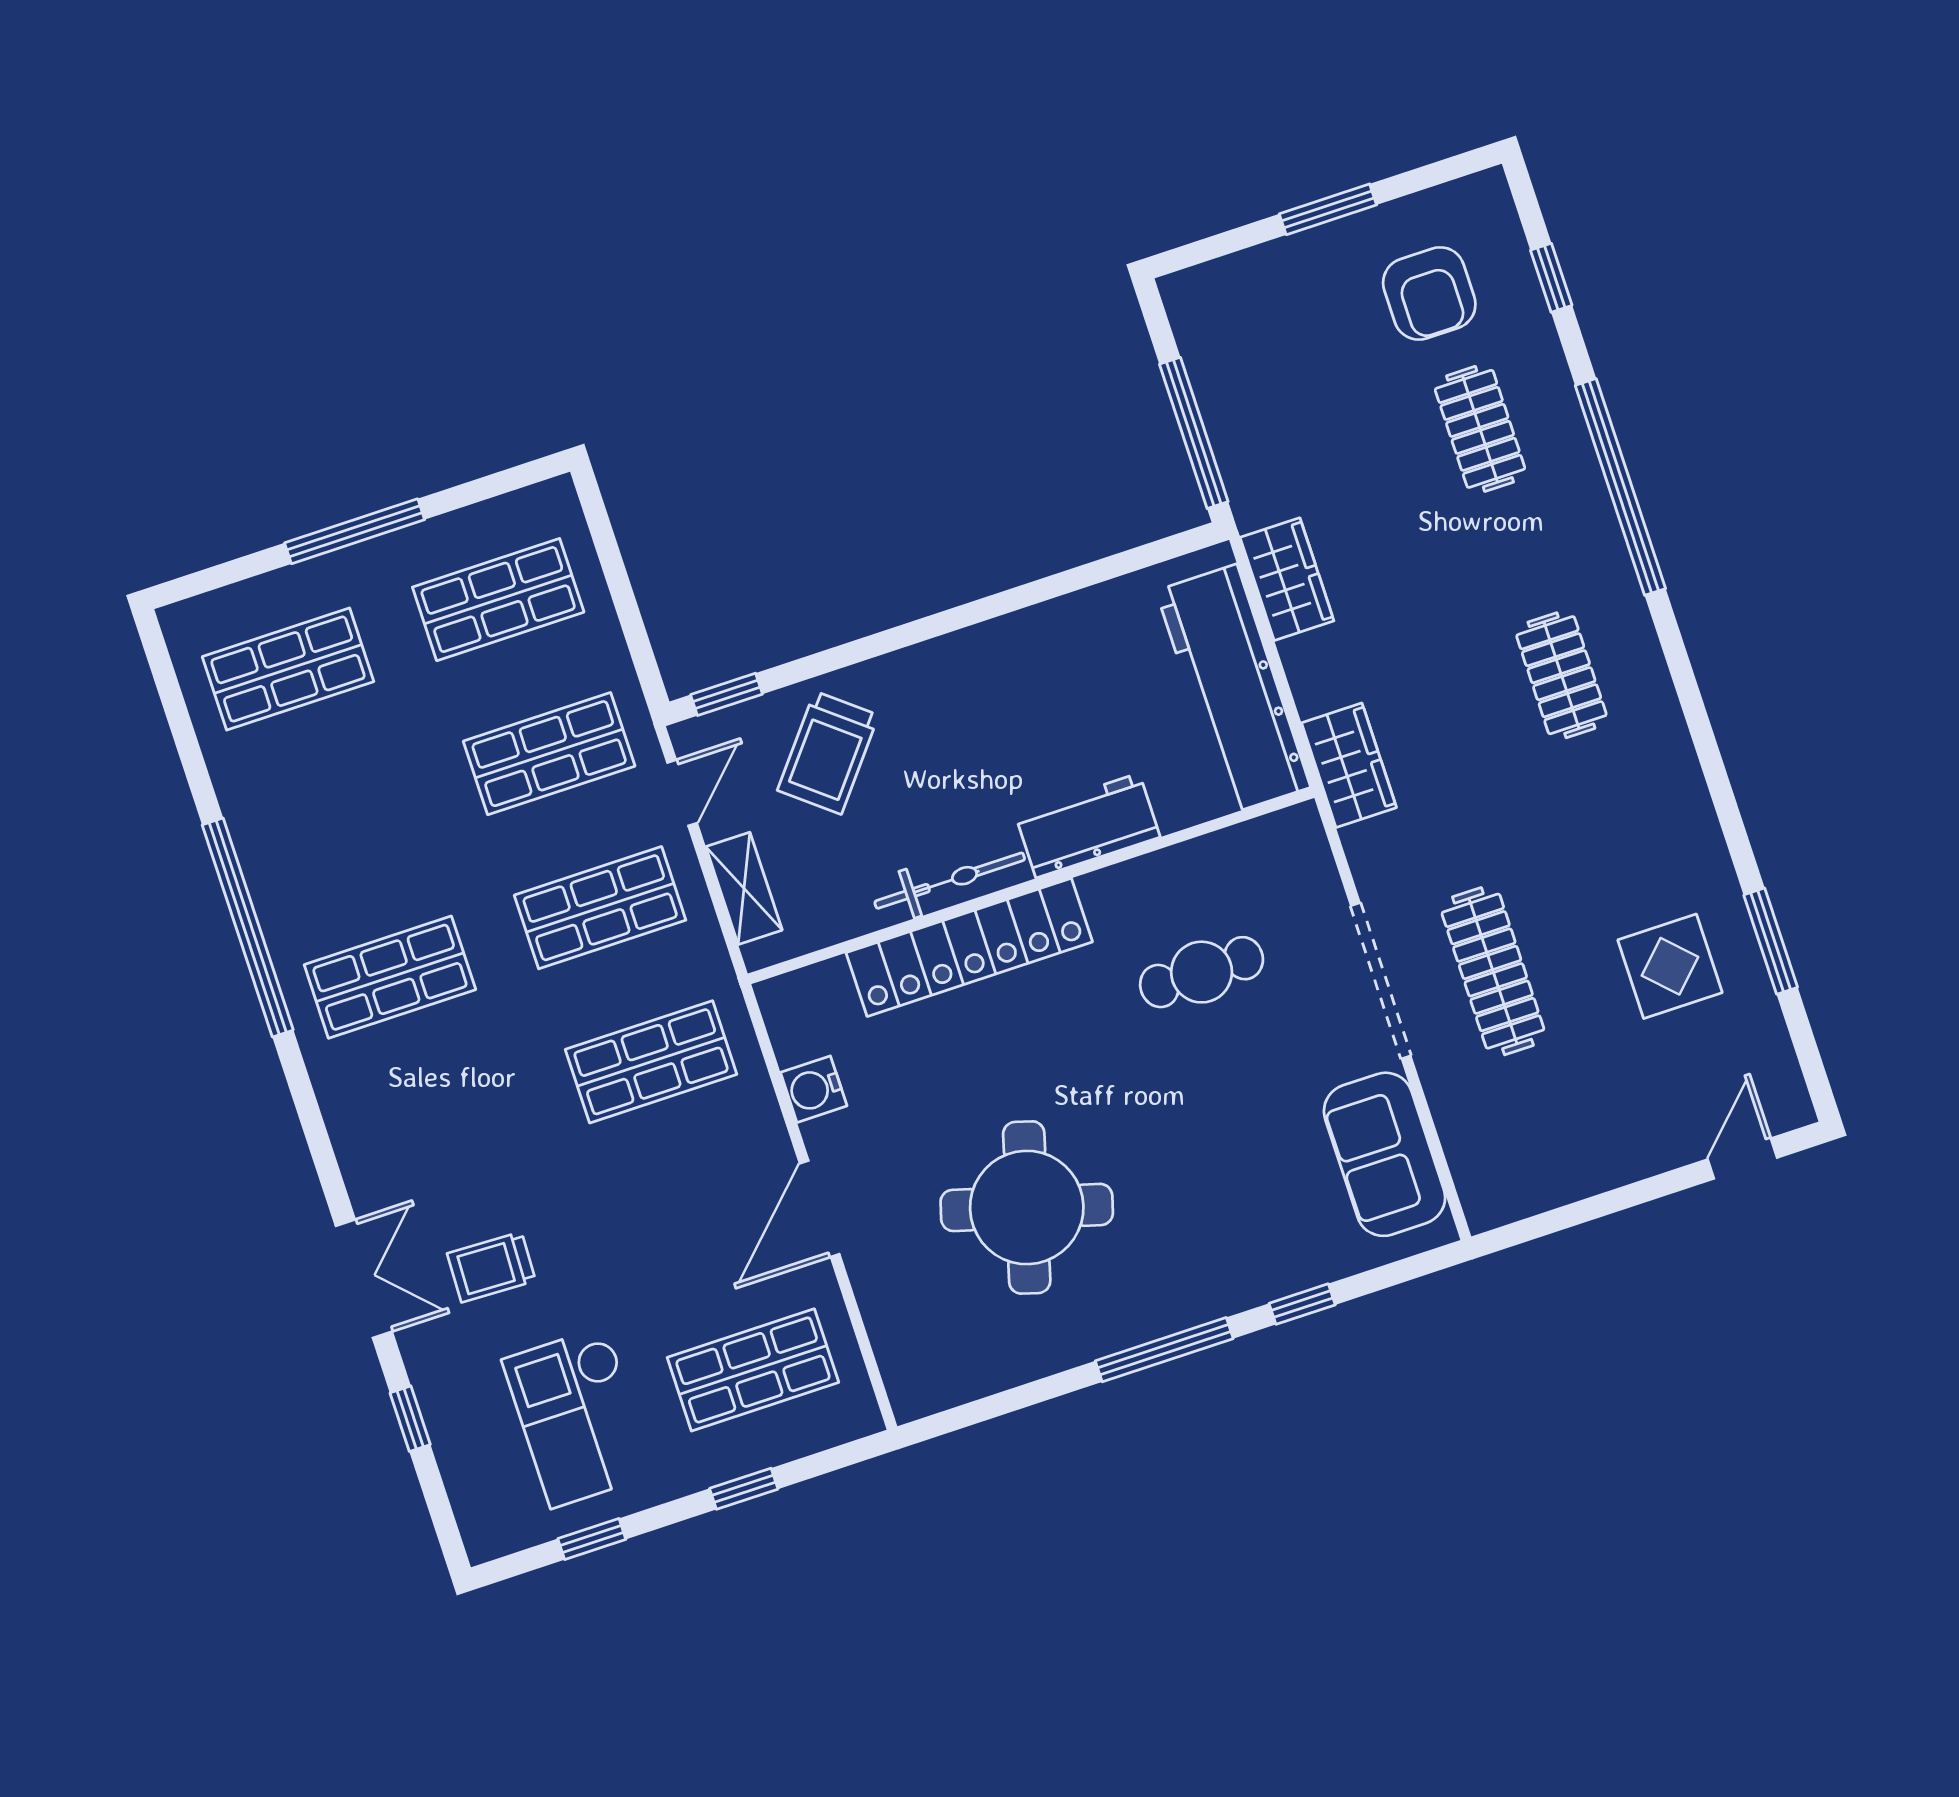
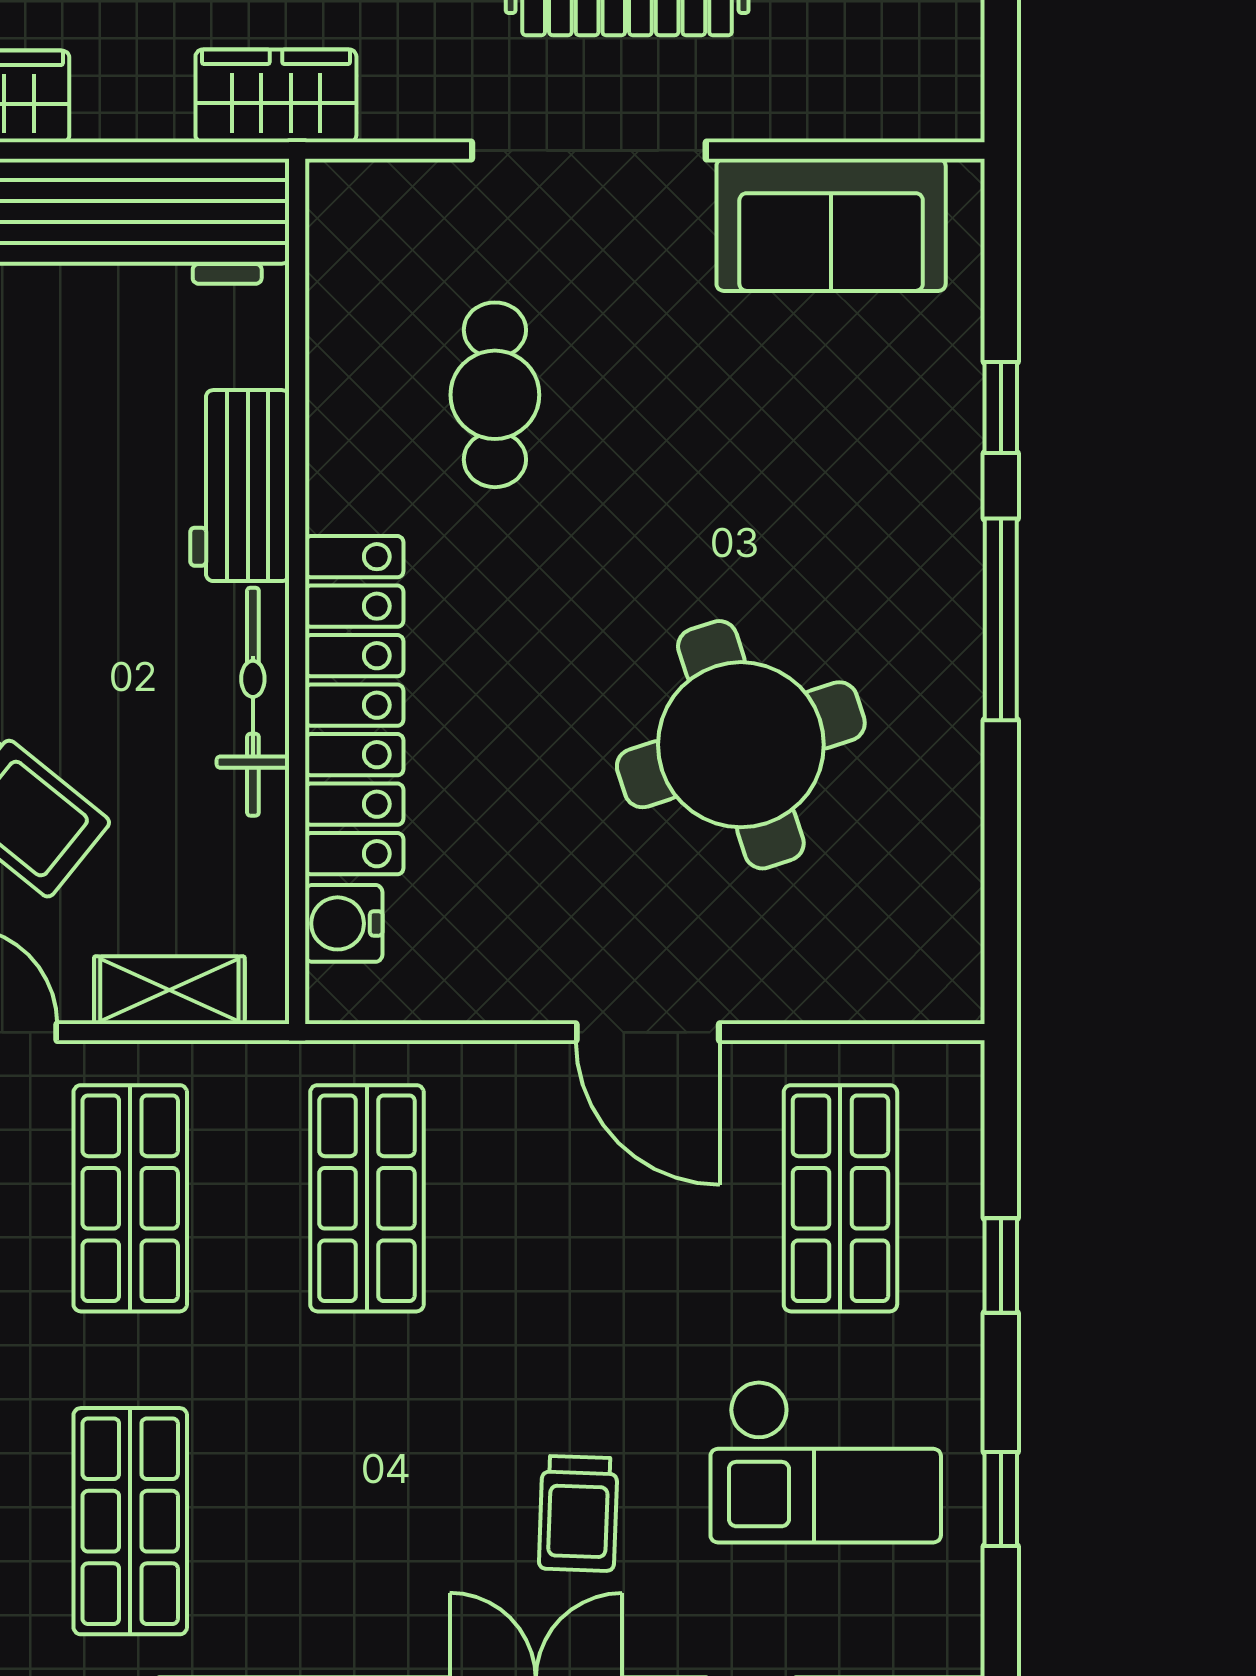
water cooler: (814, 1089) -> (344, 923), moved, turned 90
round table: (1027, 1207) -> (741, 745), turned -34

